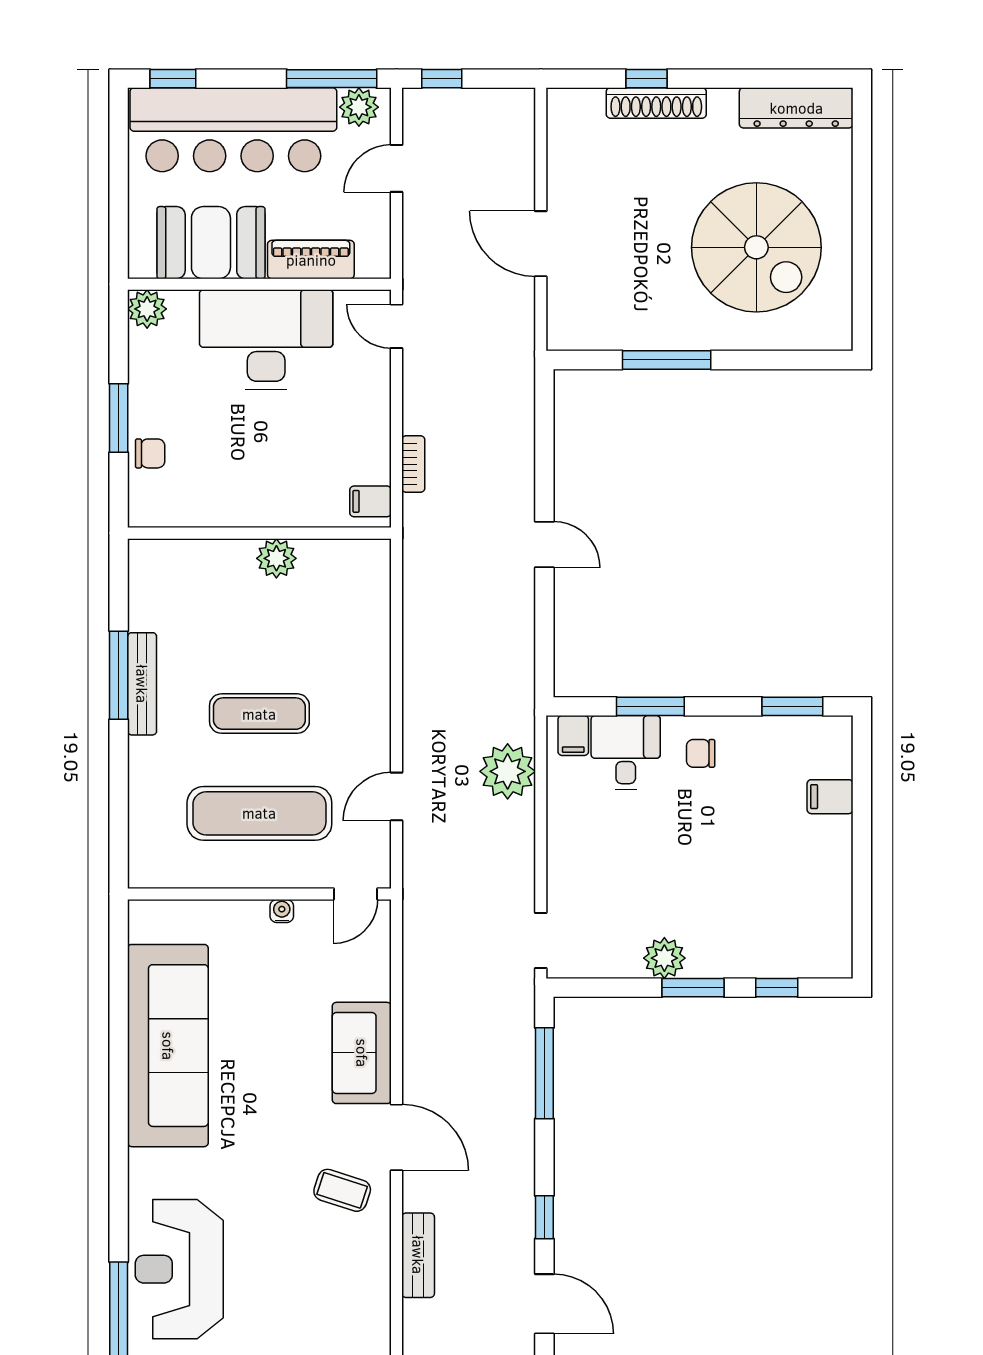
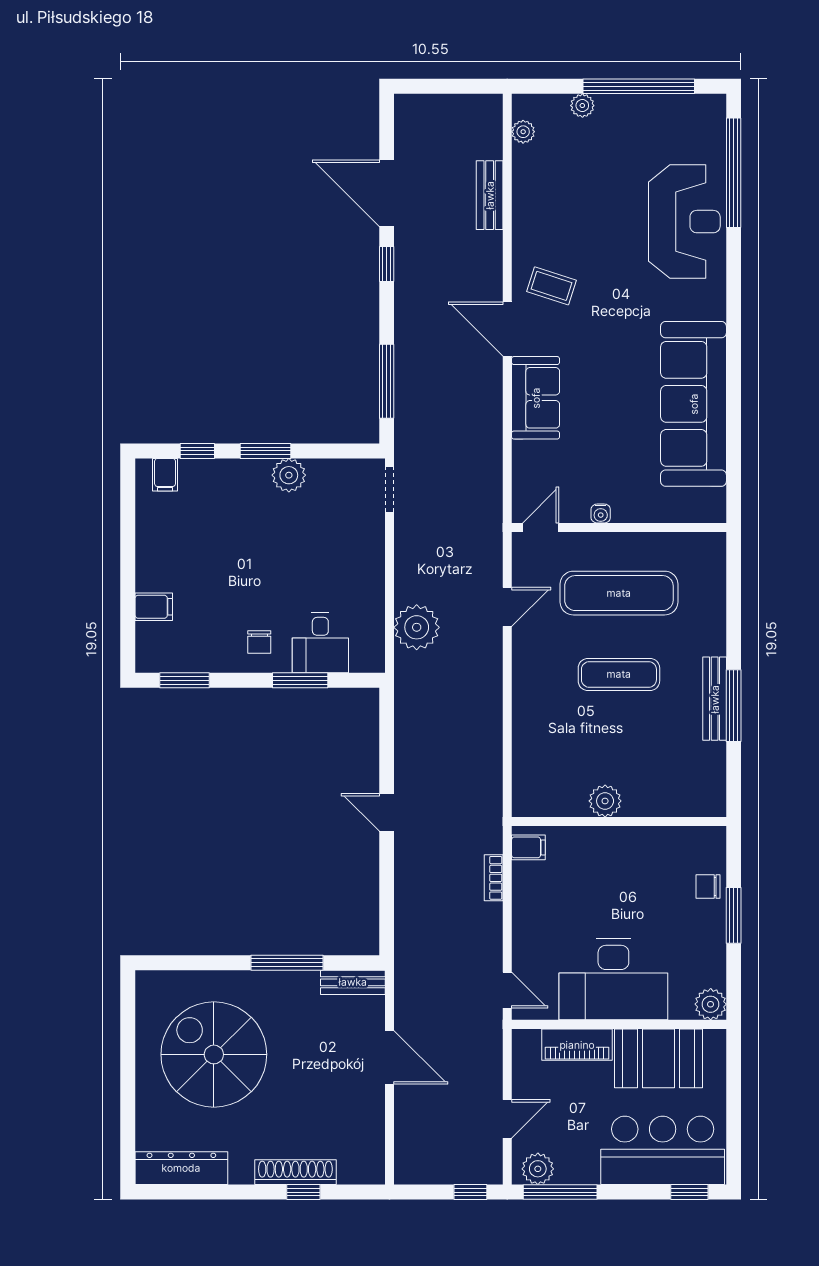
bar counter: (233, 130) -> (663, 1150), width x0.73
bench: (586, 336) -> (353, 982), added
filing cabinet: (573, 736) -> (165, 475), moved, turned 180
chair: (701, 753) -> (259, 642), turned 90
bench: (418, 1255) -> (490, 195), moved
door: (544, 1304) -> (387, 193), width x1.36

